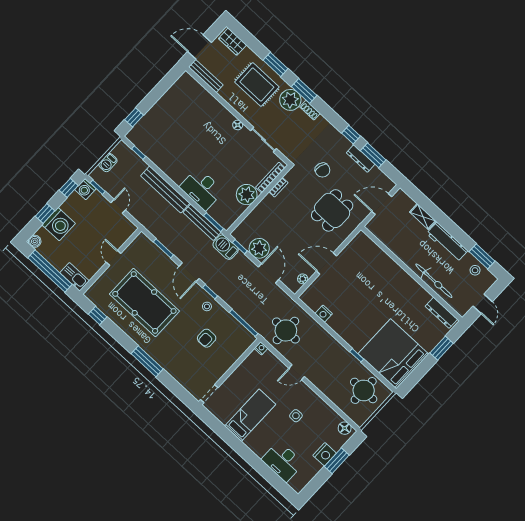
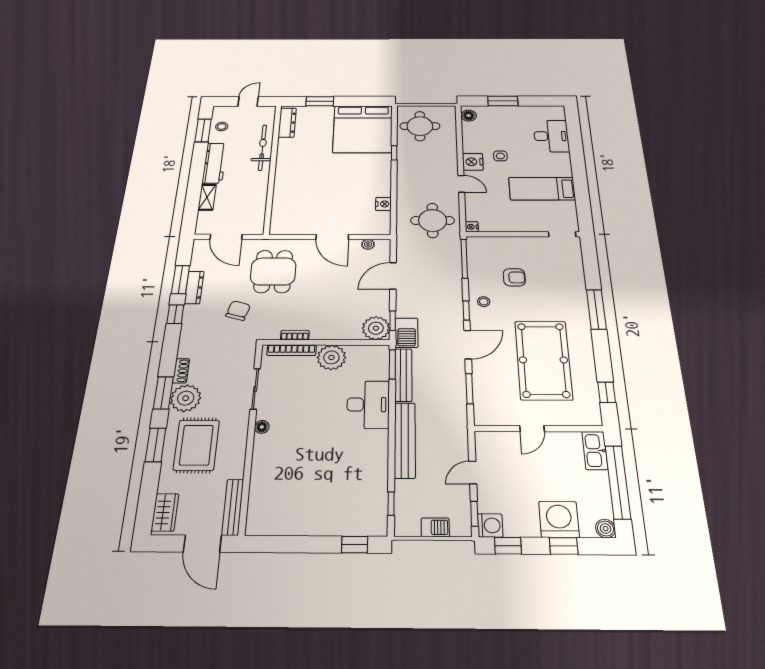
dining table: (332, 210) -> (273, 271), turned 90
plant: (259, 248) -> (376, 328), moved
nightstand: (325, 454) -> (473, 162), moved, turned -90

